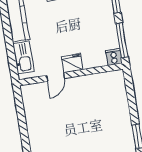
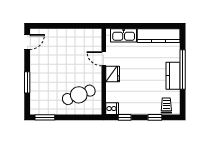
window: (122, 40) -> (125, 117), width x0.46
cafe table: (104, 100) -> (79, 95), added

